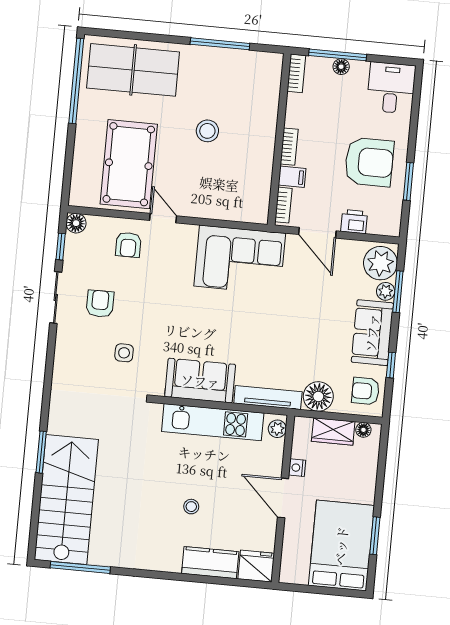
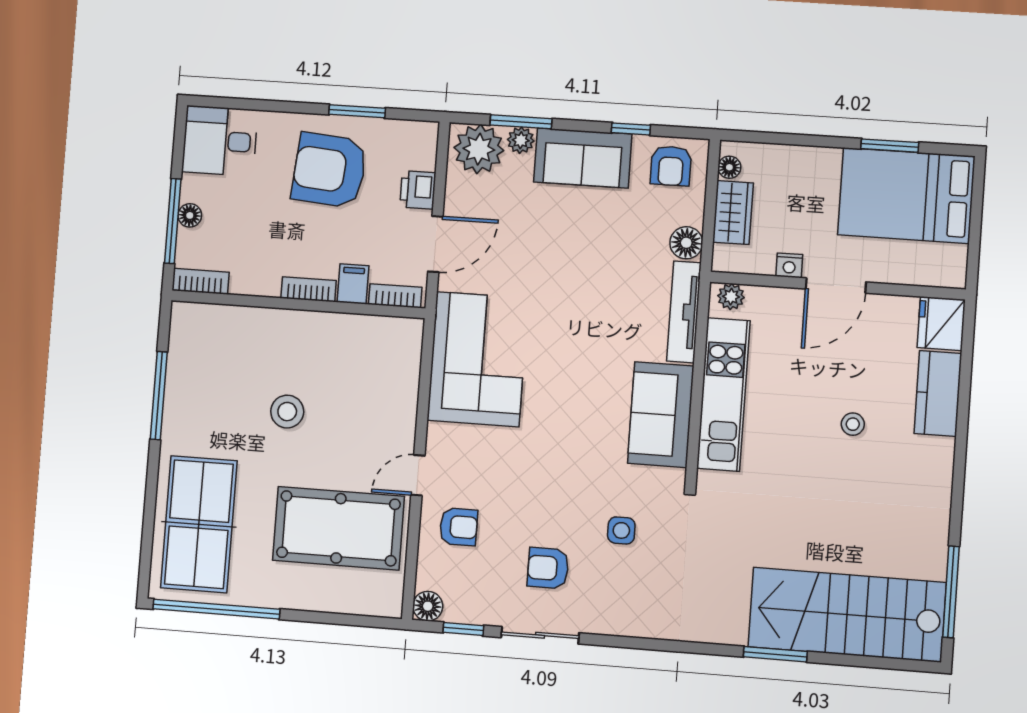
armchair: (369, 162) -> (329, 170), turned -85
floor lamp: (318, 396) -> (686, 243), width x0.73, depth x0.73

